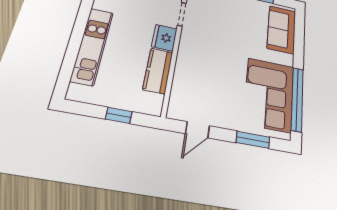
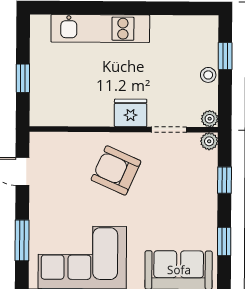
armchair: (206, 57) -> (116, 170), added
kitchen counter: (158, 71) -> (85, 113), removed

